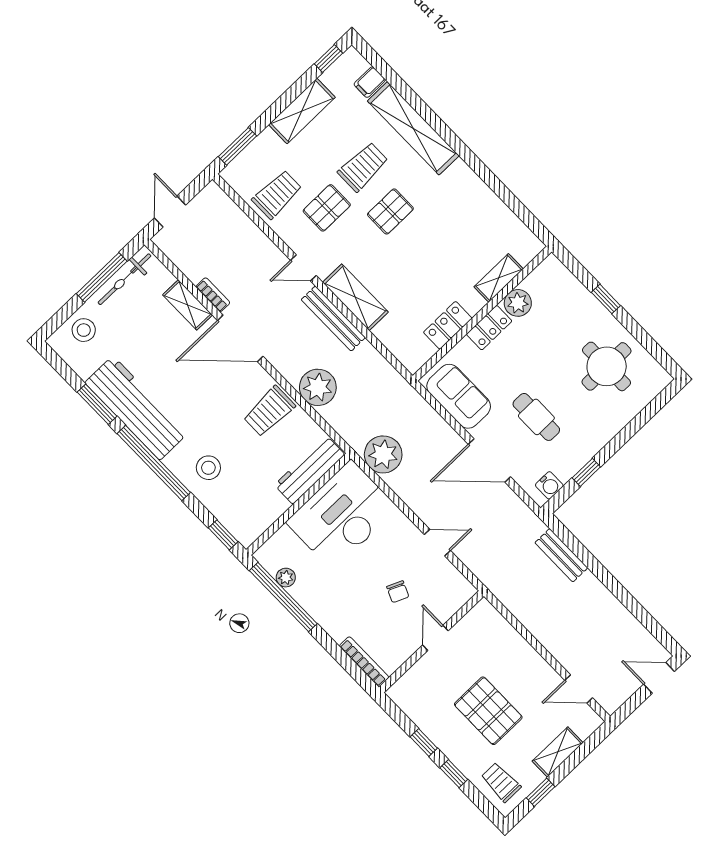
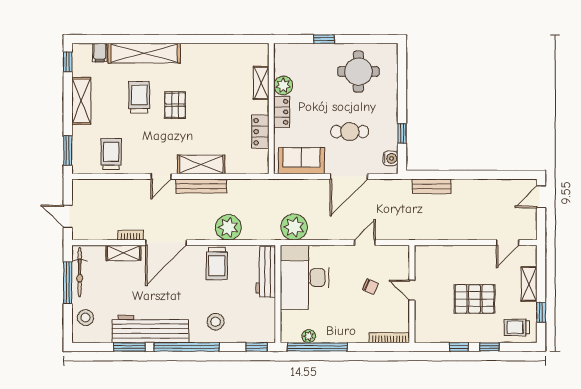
pallet: (327, 208) -> (142, 135), removed

